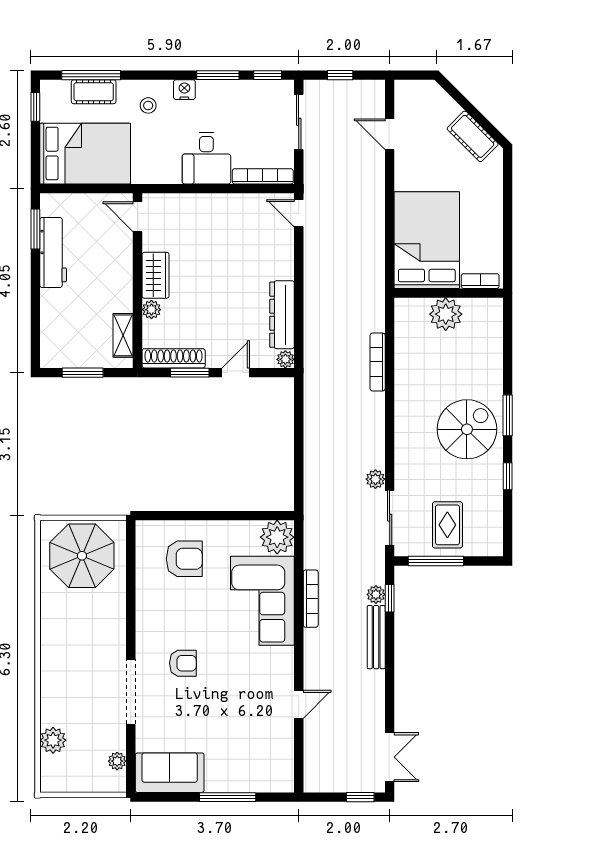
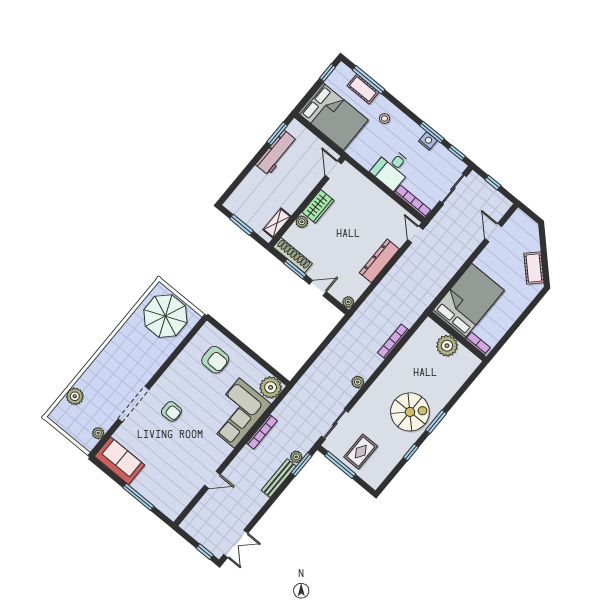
nightstand: (184, 90) -> (428, 141), moved
dresser: (282, 315) -> (379, 261), moved
plant: (375, 479) -> (358, 382), moved
window: (390, 598) -> (301, 464), width x1.50

